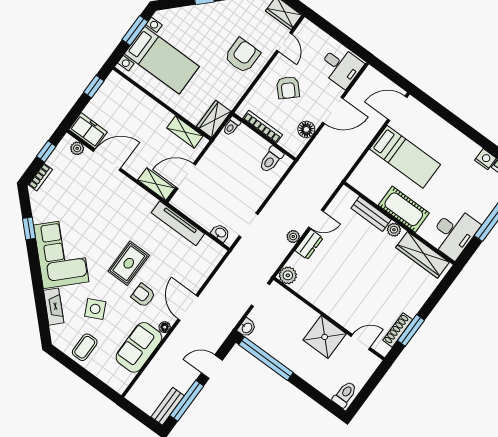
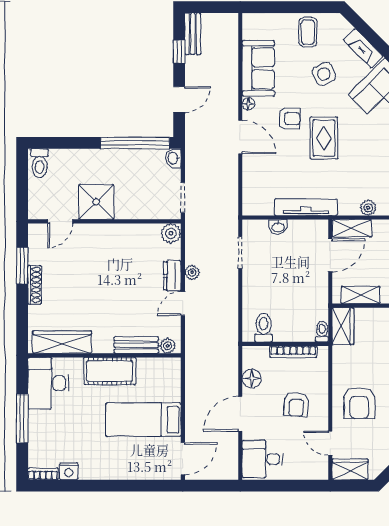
armchair: (288, 88) -> (296, 404), turned -133
plant: (134, 190) -> (368, 208), added
plant: (394, 230) -> (168, 346), moved
washbasin: (220, 233) -> (278, 227), moved
shoe rack: (398, 330) -> (34, 285), moved
window: (187, 401) -> (179, 52), width x0.46

